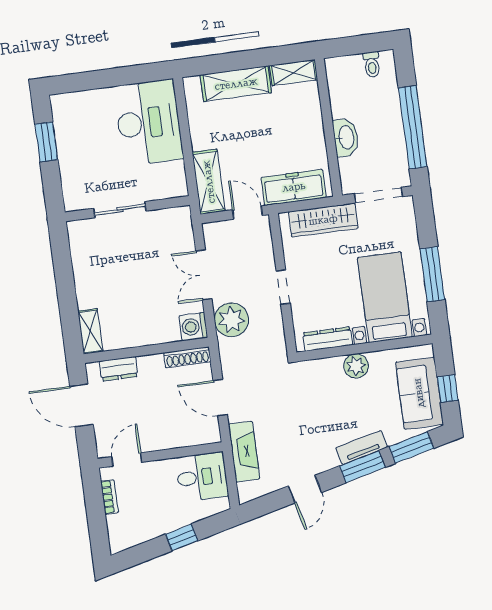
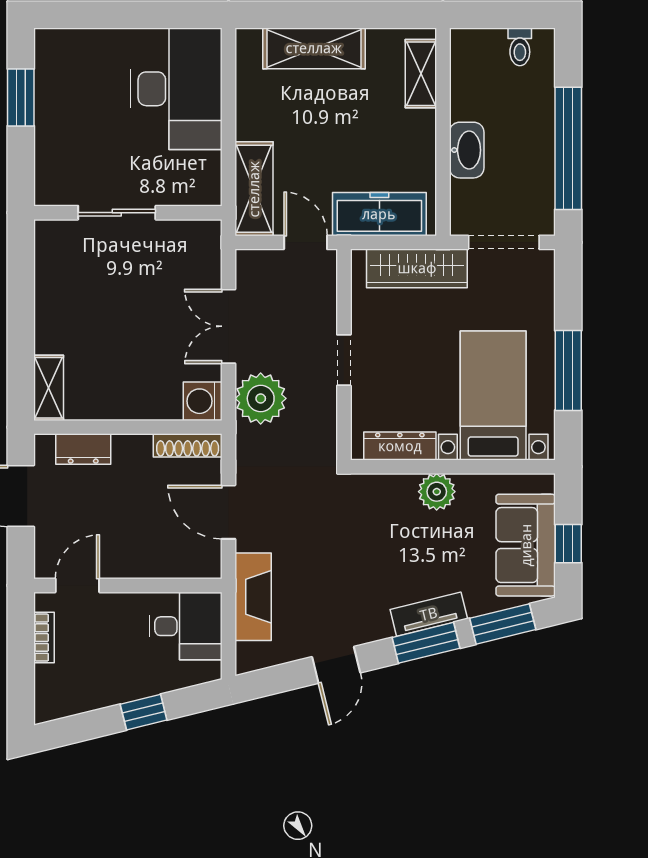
shelving: (294, 73) -> (421, 74), moved, turned 90

